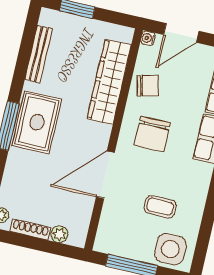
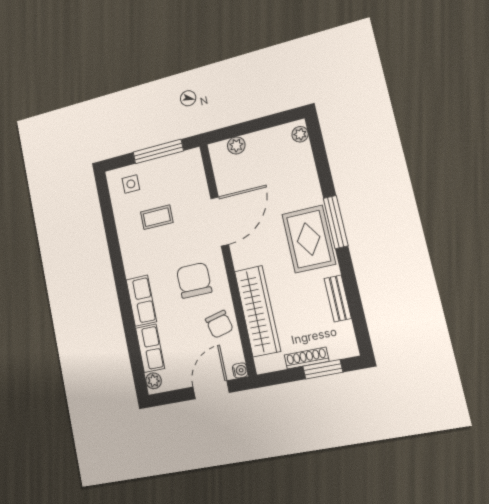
bench: (39, 54) -> (338, 298), width x0.73
chair: (148, 86) -> (219, 324), turned -91
shoe rack: (30, 229) -> (307, 358), moved, turned 180
side table: (170, 249) -> (131, 184), width x0.54, depth x0.54

